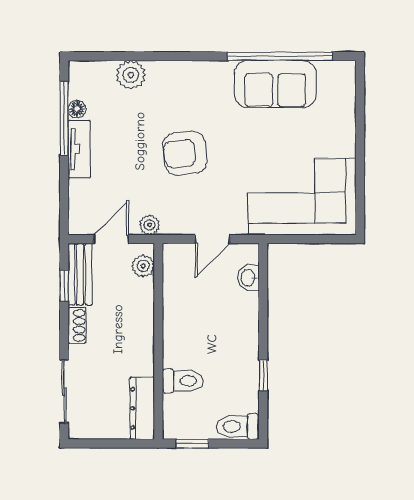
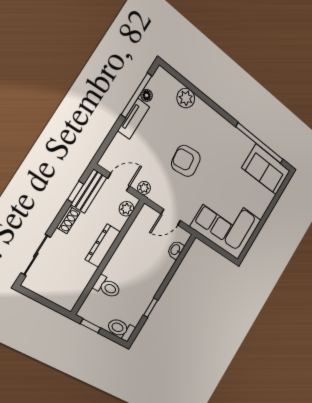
sofa: (275, 84) -> (266, 169), moved
dresser: (142, 408) -> (103, 246), moved

